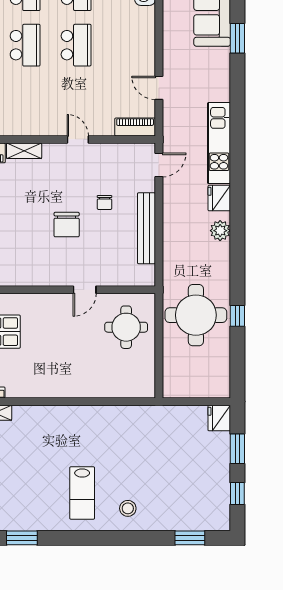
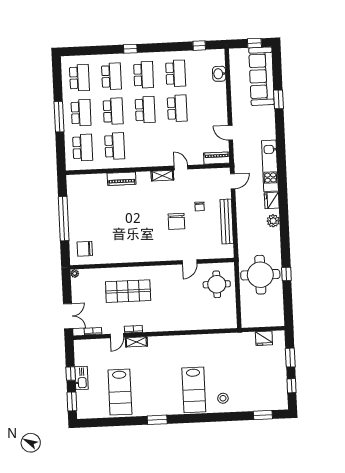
shelving: (24, 151) -> (162, 176), moved
fridge: (219, 418) -> (264, 338), moved, turned -90
lab bench: (82, 493) -> (194, 390), width x1.36, depth x1.39

